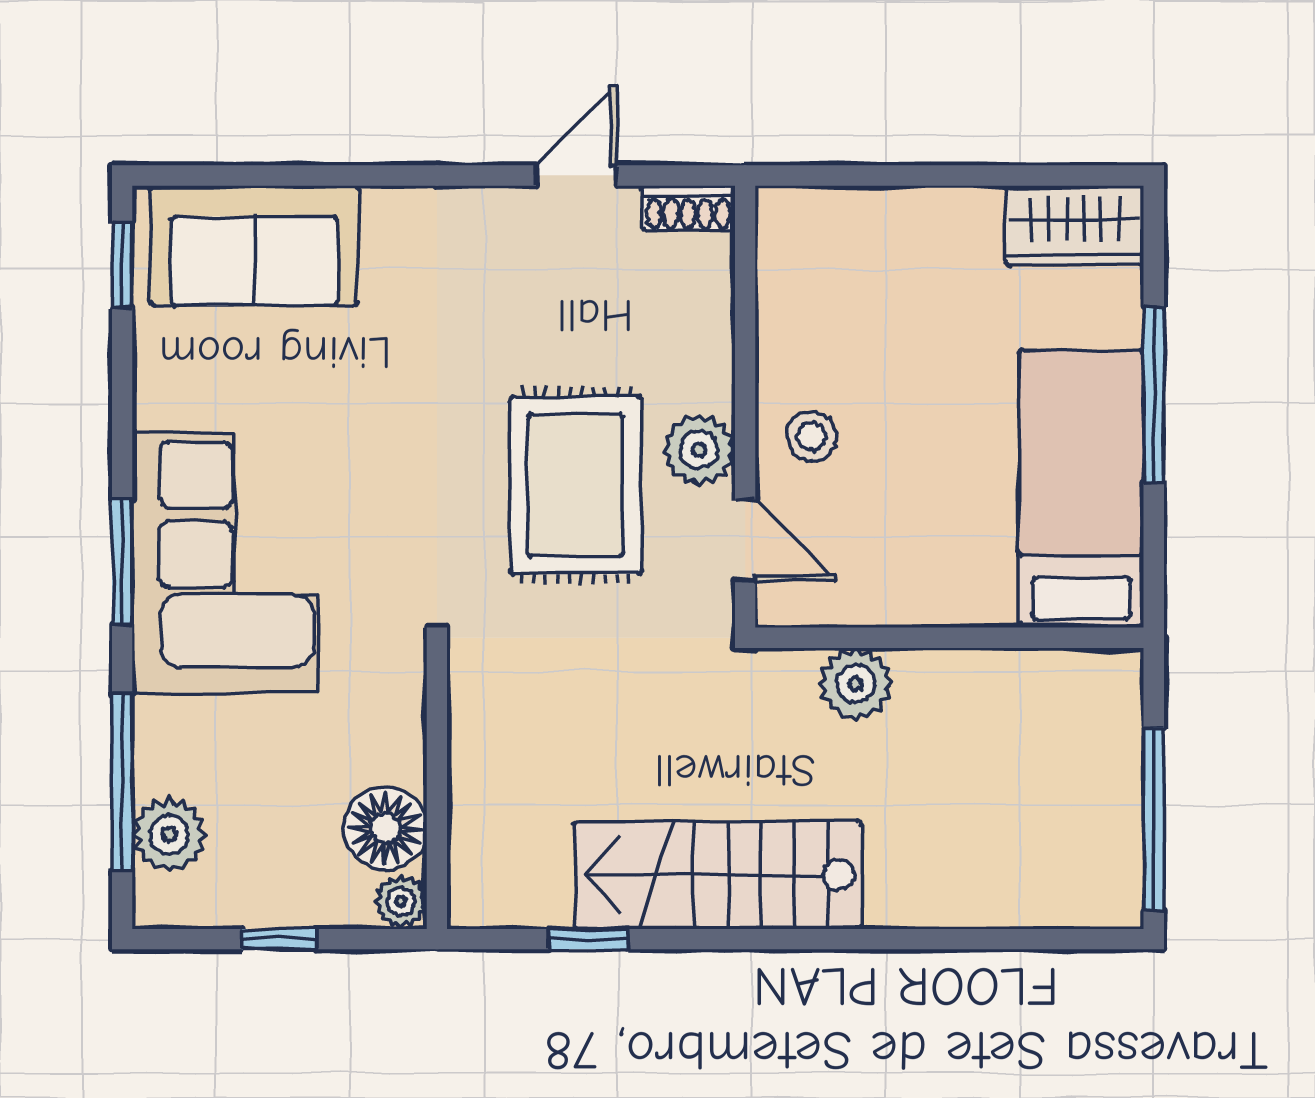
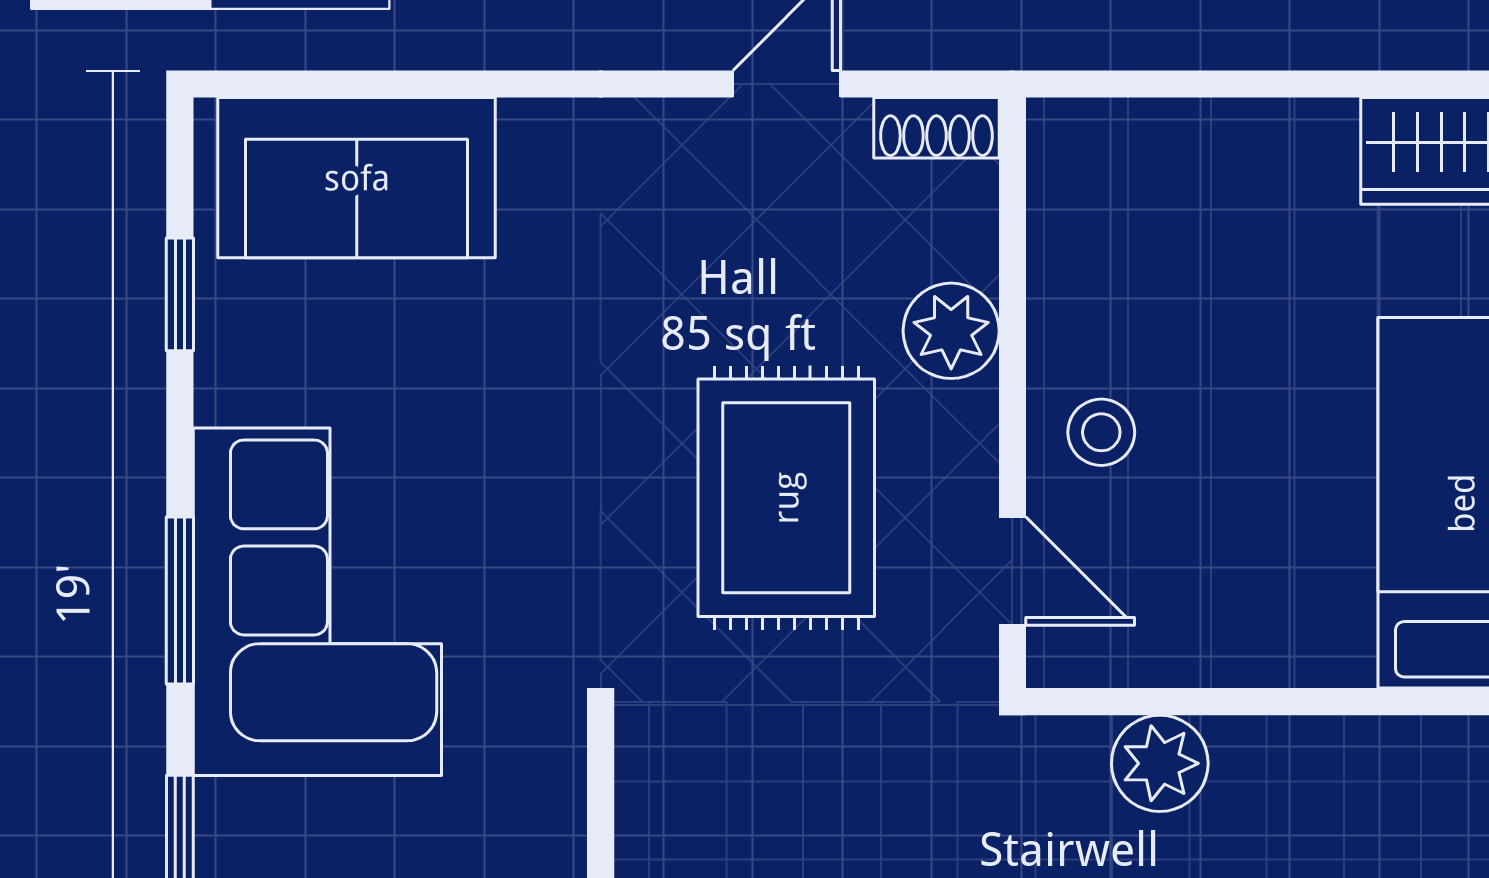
window: (122, 265) -> (180, 294), moved
plant: (699, 450) -> (951, 331), moved

